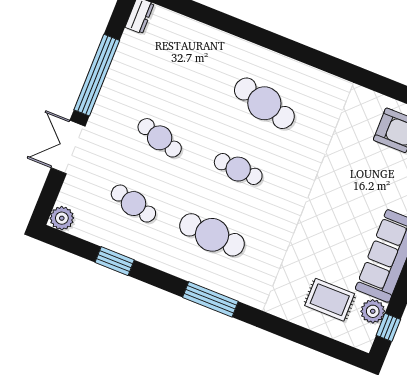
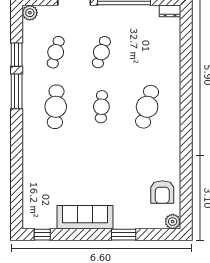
window: (210, 299) -> (17, 91), moved
rug: (330, 300) -> (45, 193), removed
plant: (373, 311) -> (48, 221), removed

